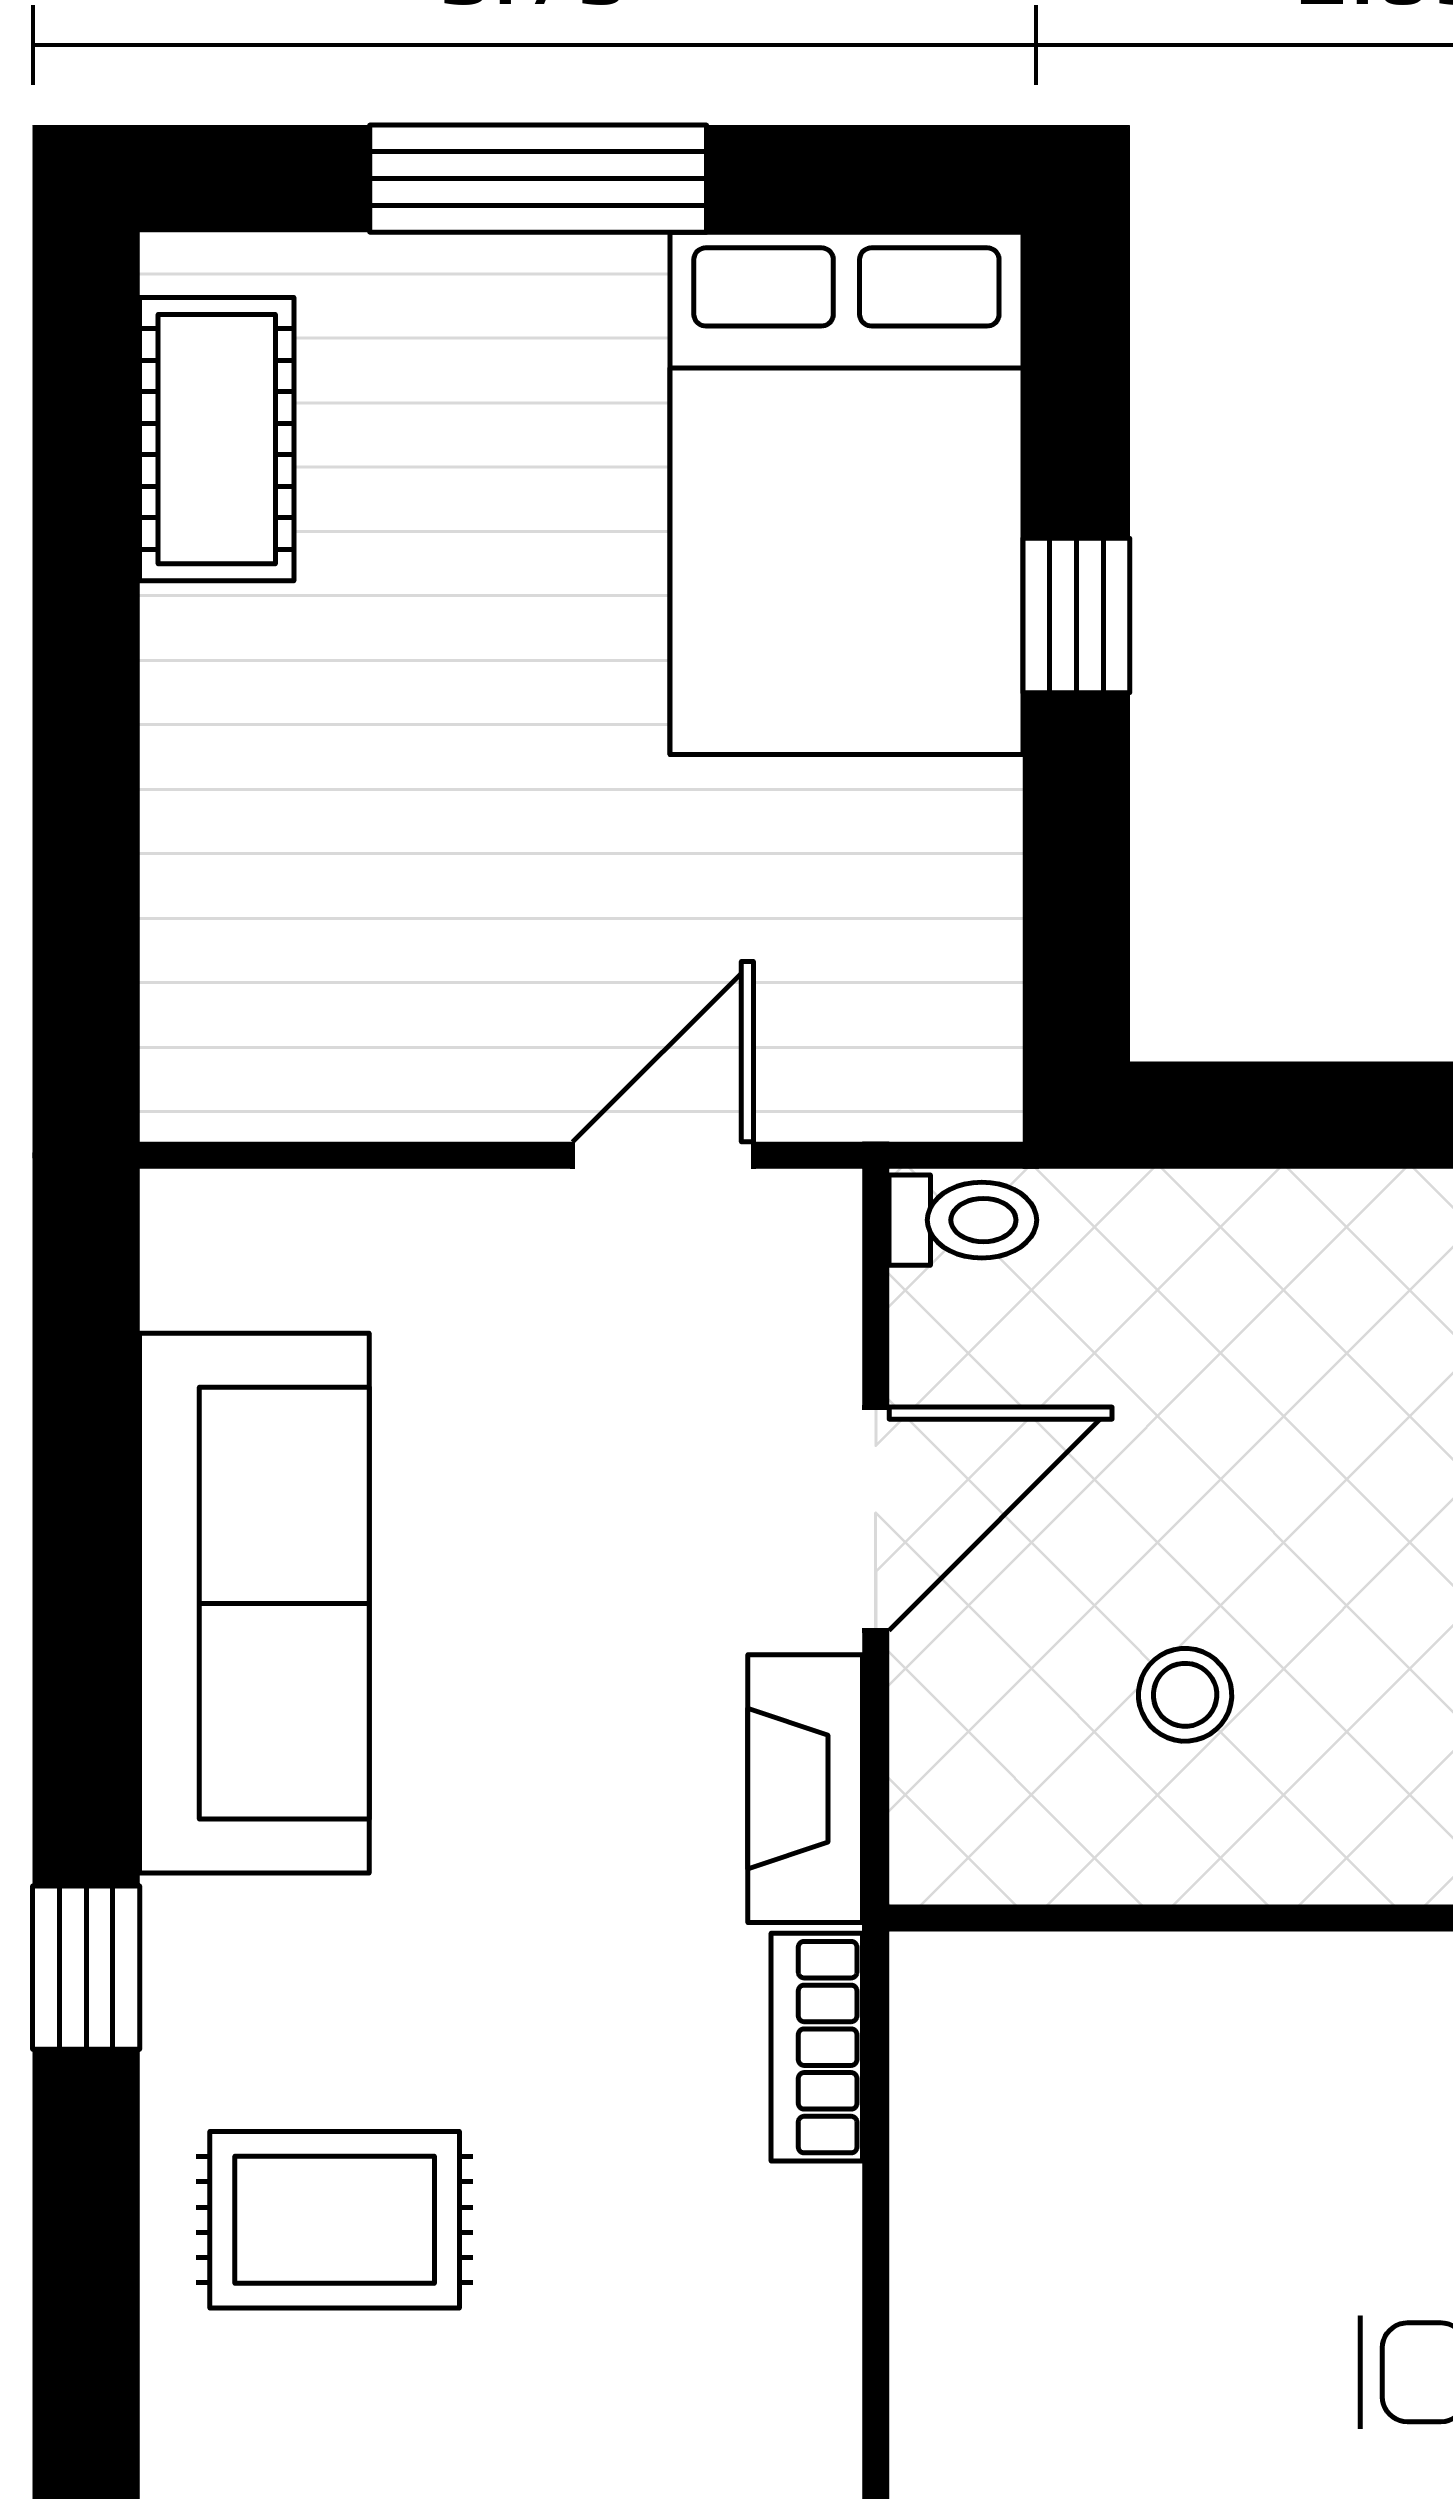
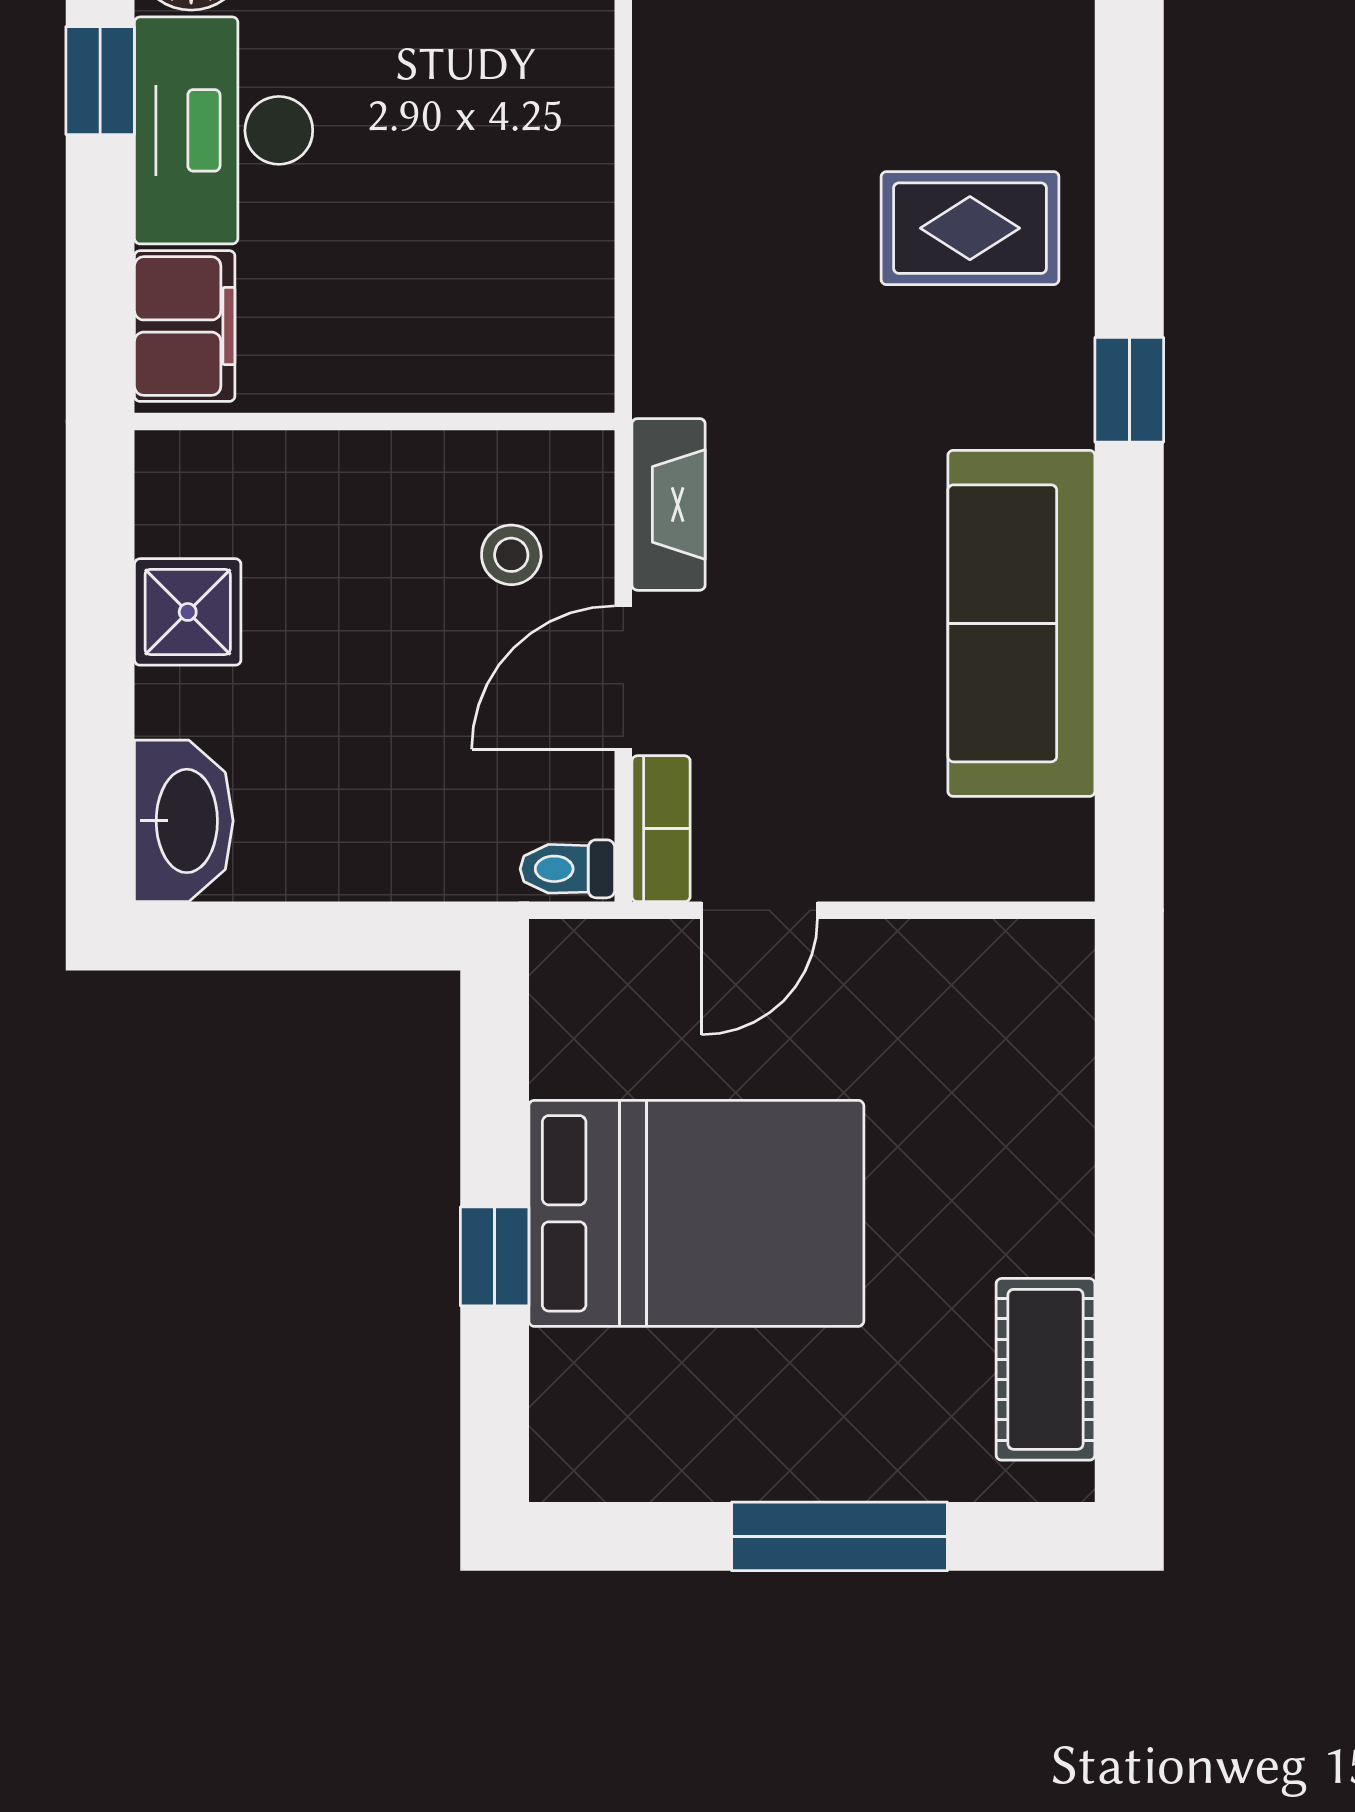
bed: (846, 493) -> (696, 1213), moved, turned 90
stool: (1185, 1695) -> (511, 555), moved
bookcase: (817, 2047) -> (661, 829), moved

